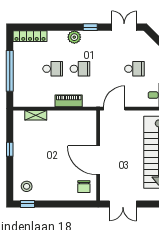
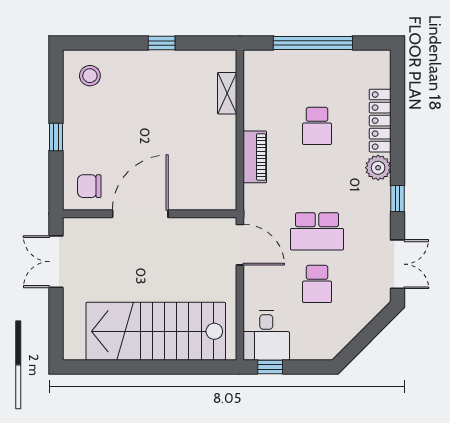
locker: (30, 36) -> (380, 121), moved
school desk: (80, 69) -> (317, 231), moved, width x1.85
window: (27, 204) -> (56, 137), moved

